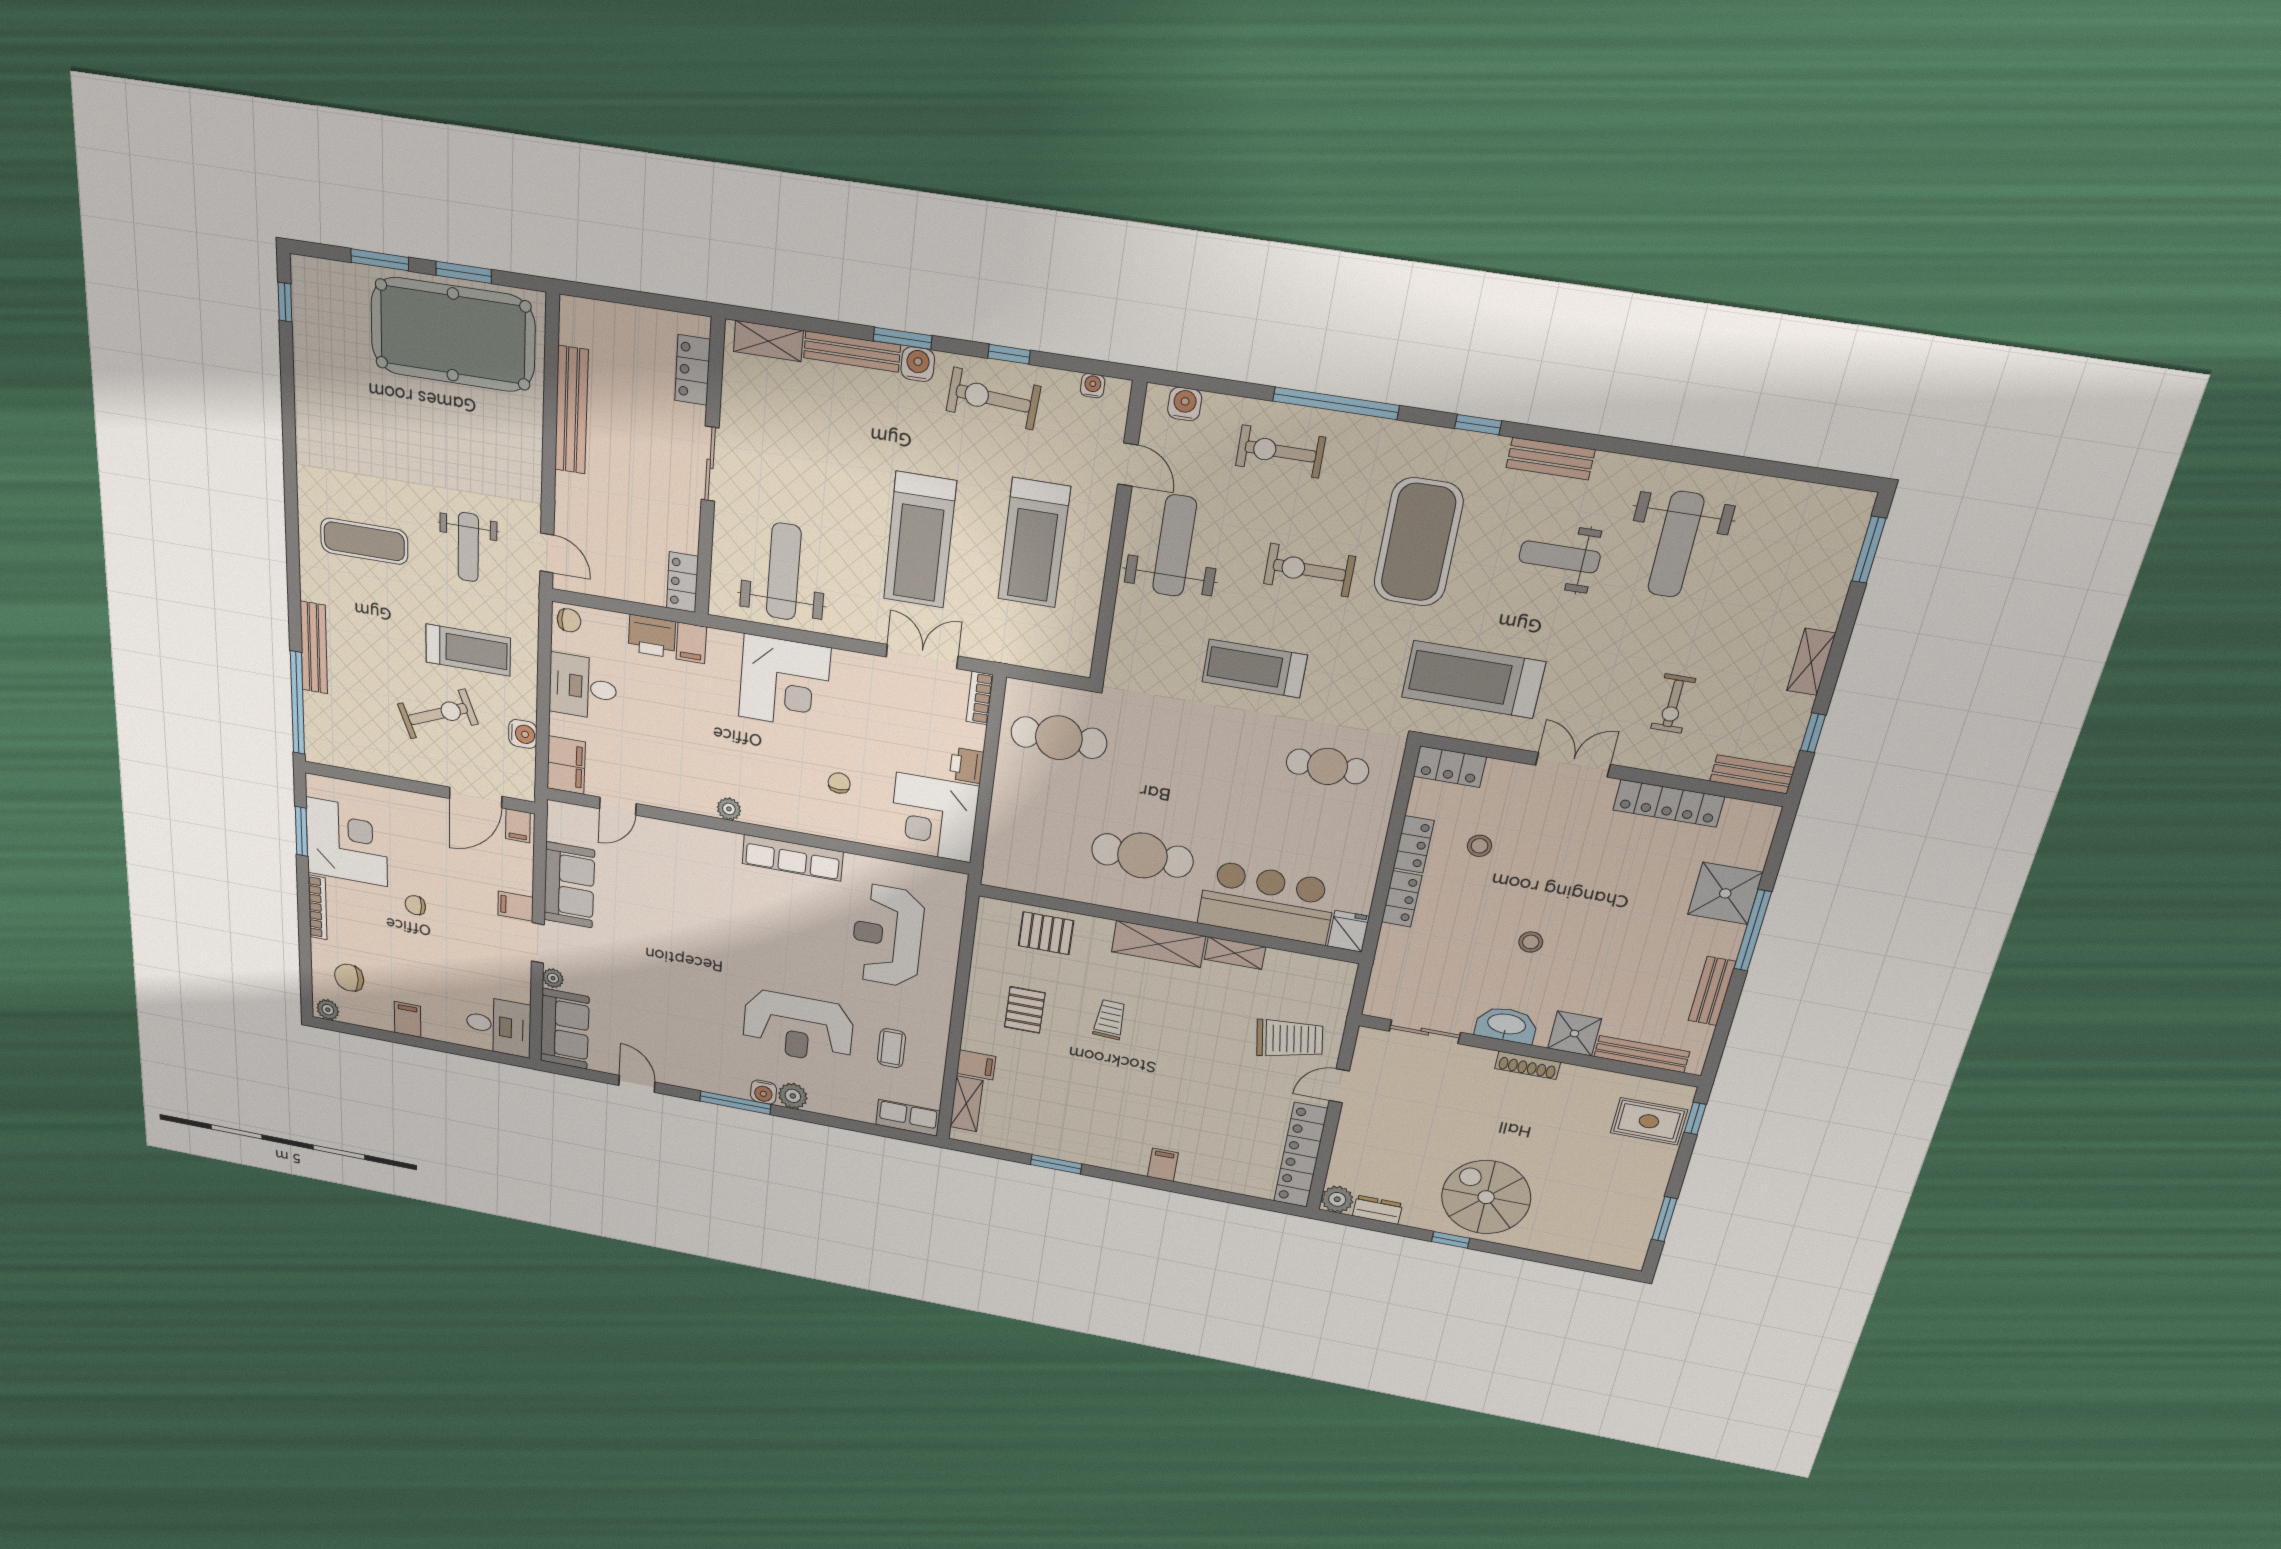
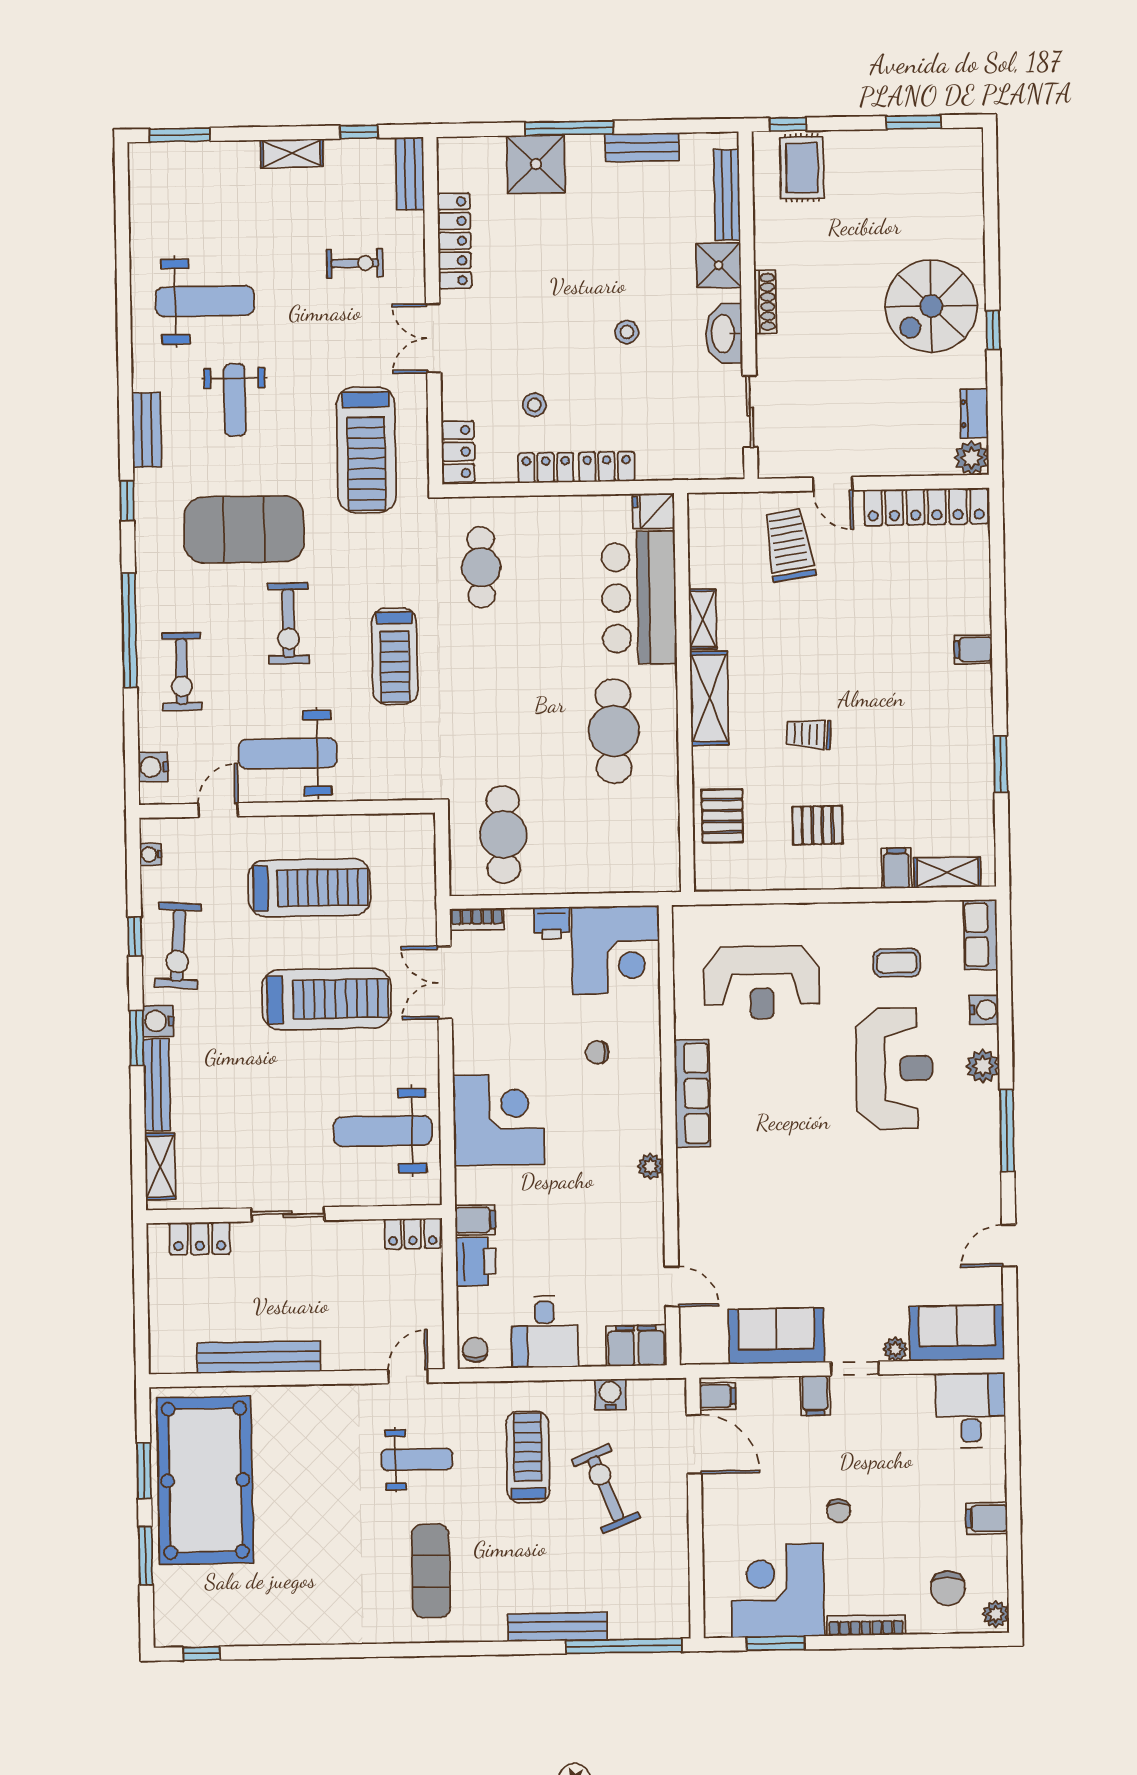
water cooler: (763, 1092) -> (984, 1010), moved

